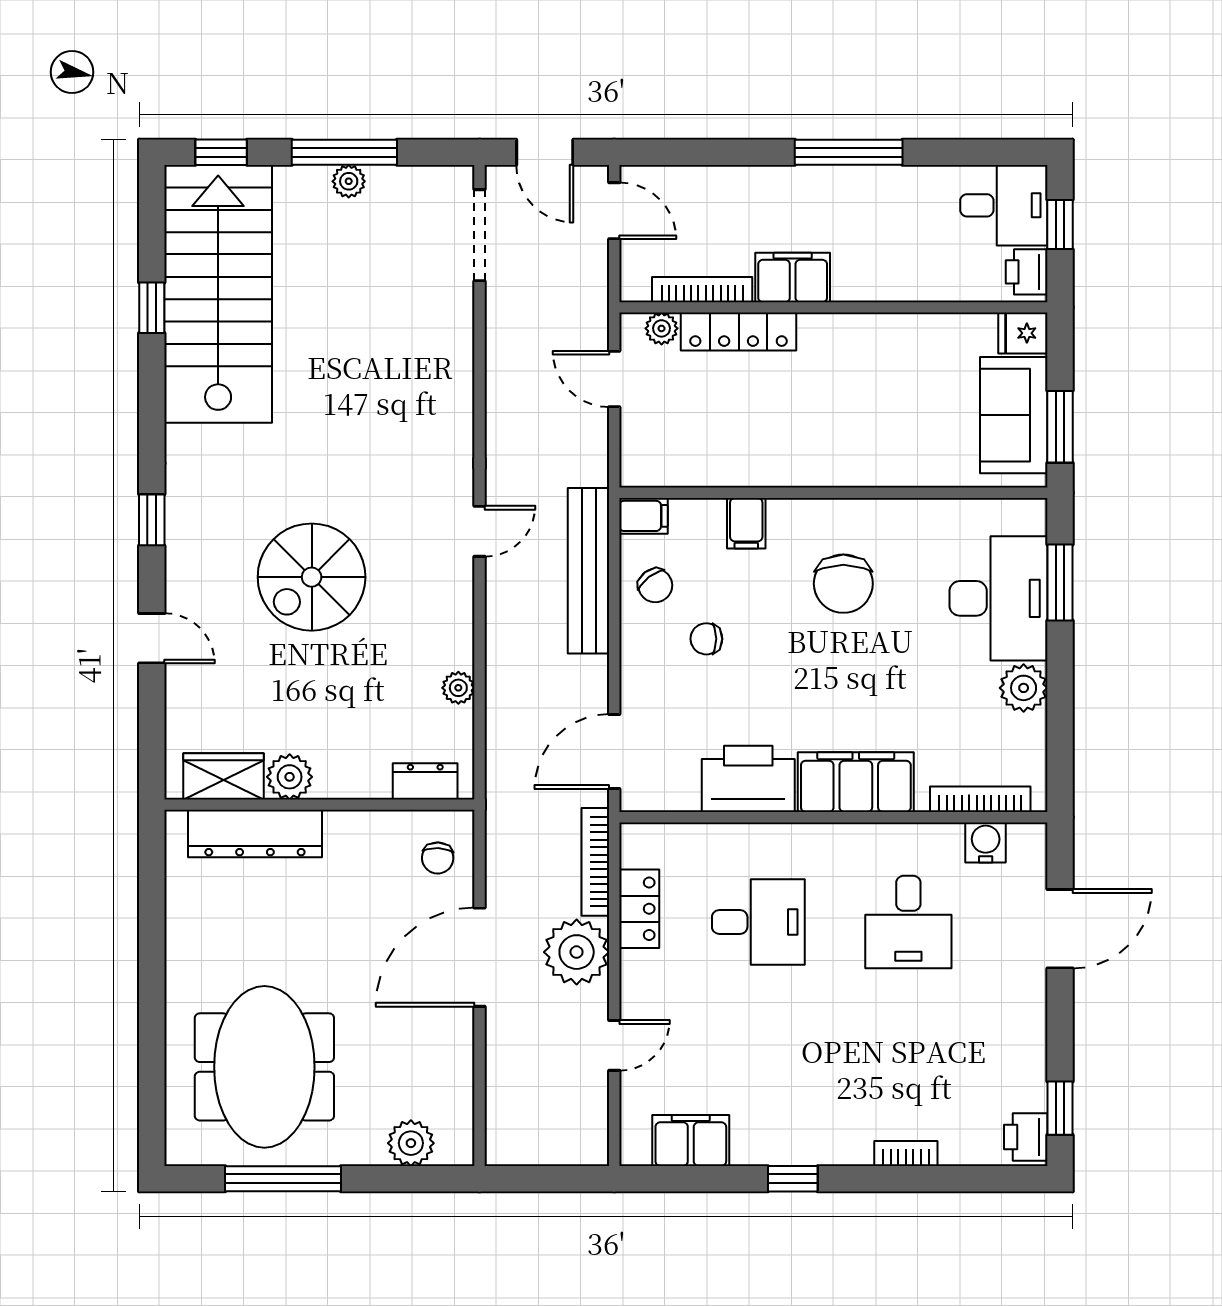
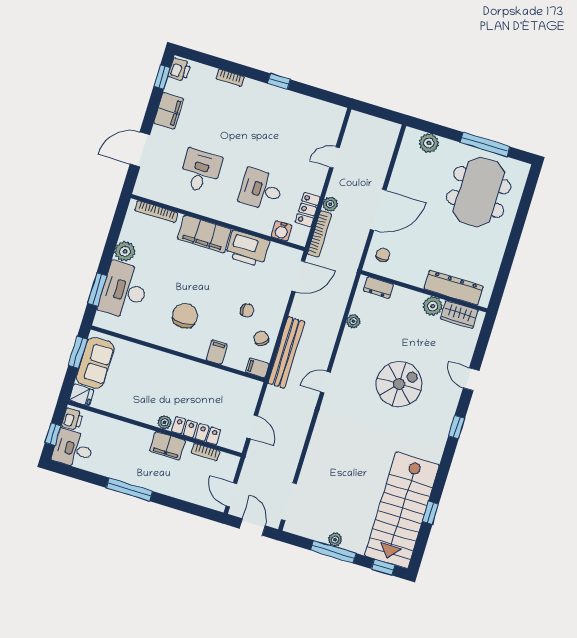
bookcase: (702, 290) -> (206, 452), width x0.64
plant: (662, 328) -> (165, 422), moved
water cooler: (986, 842) -> (282, 231), moved
plant: (577, 952) -> (330, 204), width x0.53, depth x0.53
filing cabinet: (691, 1141) -> (169, 111), moved, turned -90

